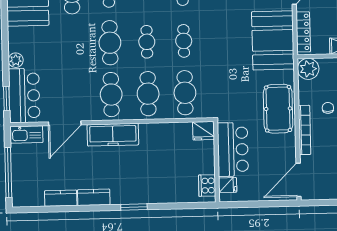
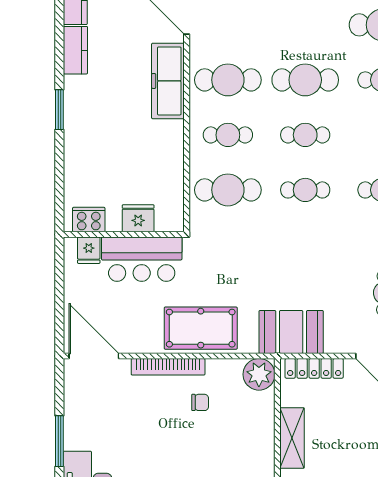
booth: (273, 40) -> (291, 332), width x0.73, depth x0.70
cafe table: (148, 94) -> (228, 135), width x0.73, depth x0.74
fridge: (203, 131) -> (138, 218), moved, turned 90

